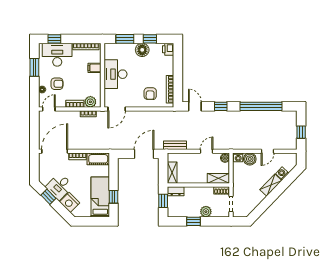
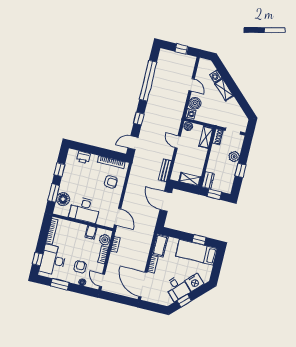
printer: (168, 49) -> (83, 157), moved
floor lamp: (142, 50) -> (63, 199), moved
filing cabinet: (95, 68) -> (91, 232), moved

